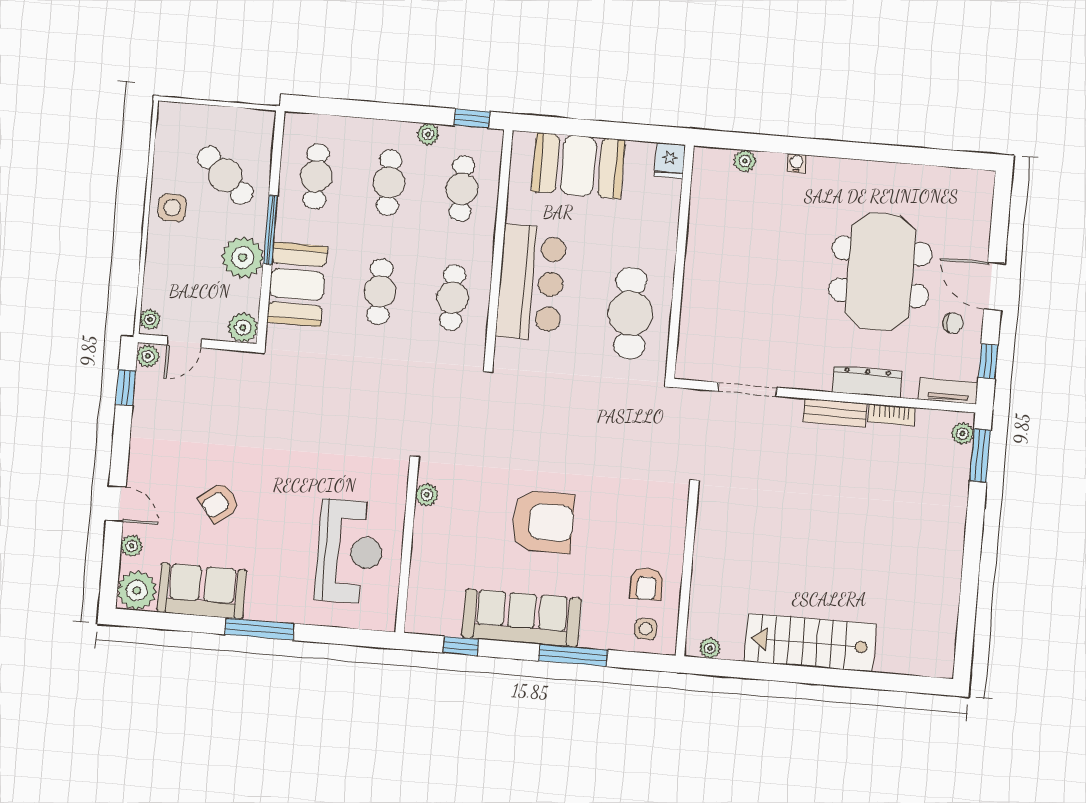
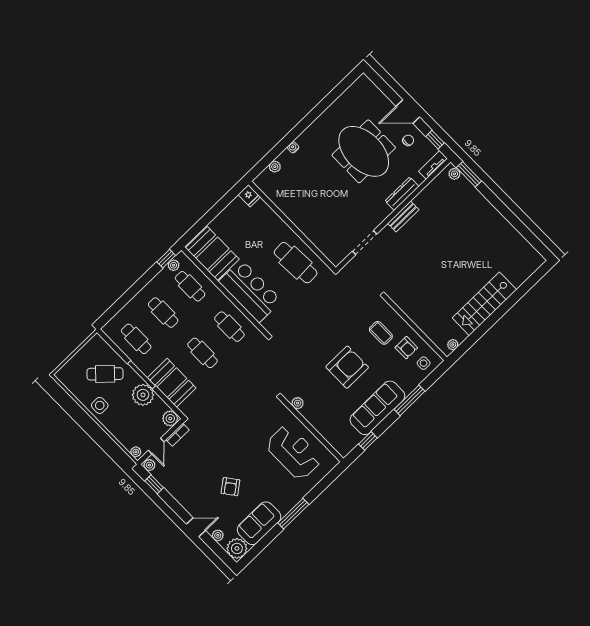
plant: (428, 134) -> (174, 265), moved
booth: (578, 166) -> (212, 253), moved, turned 90
bookcase: (891, 415) -> (178, 435), moved
coffee table: (636, 528) -> (381, 333), added

